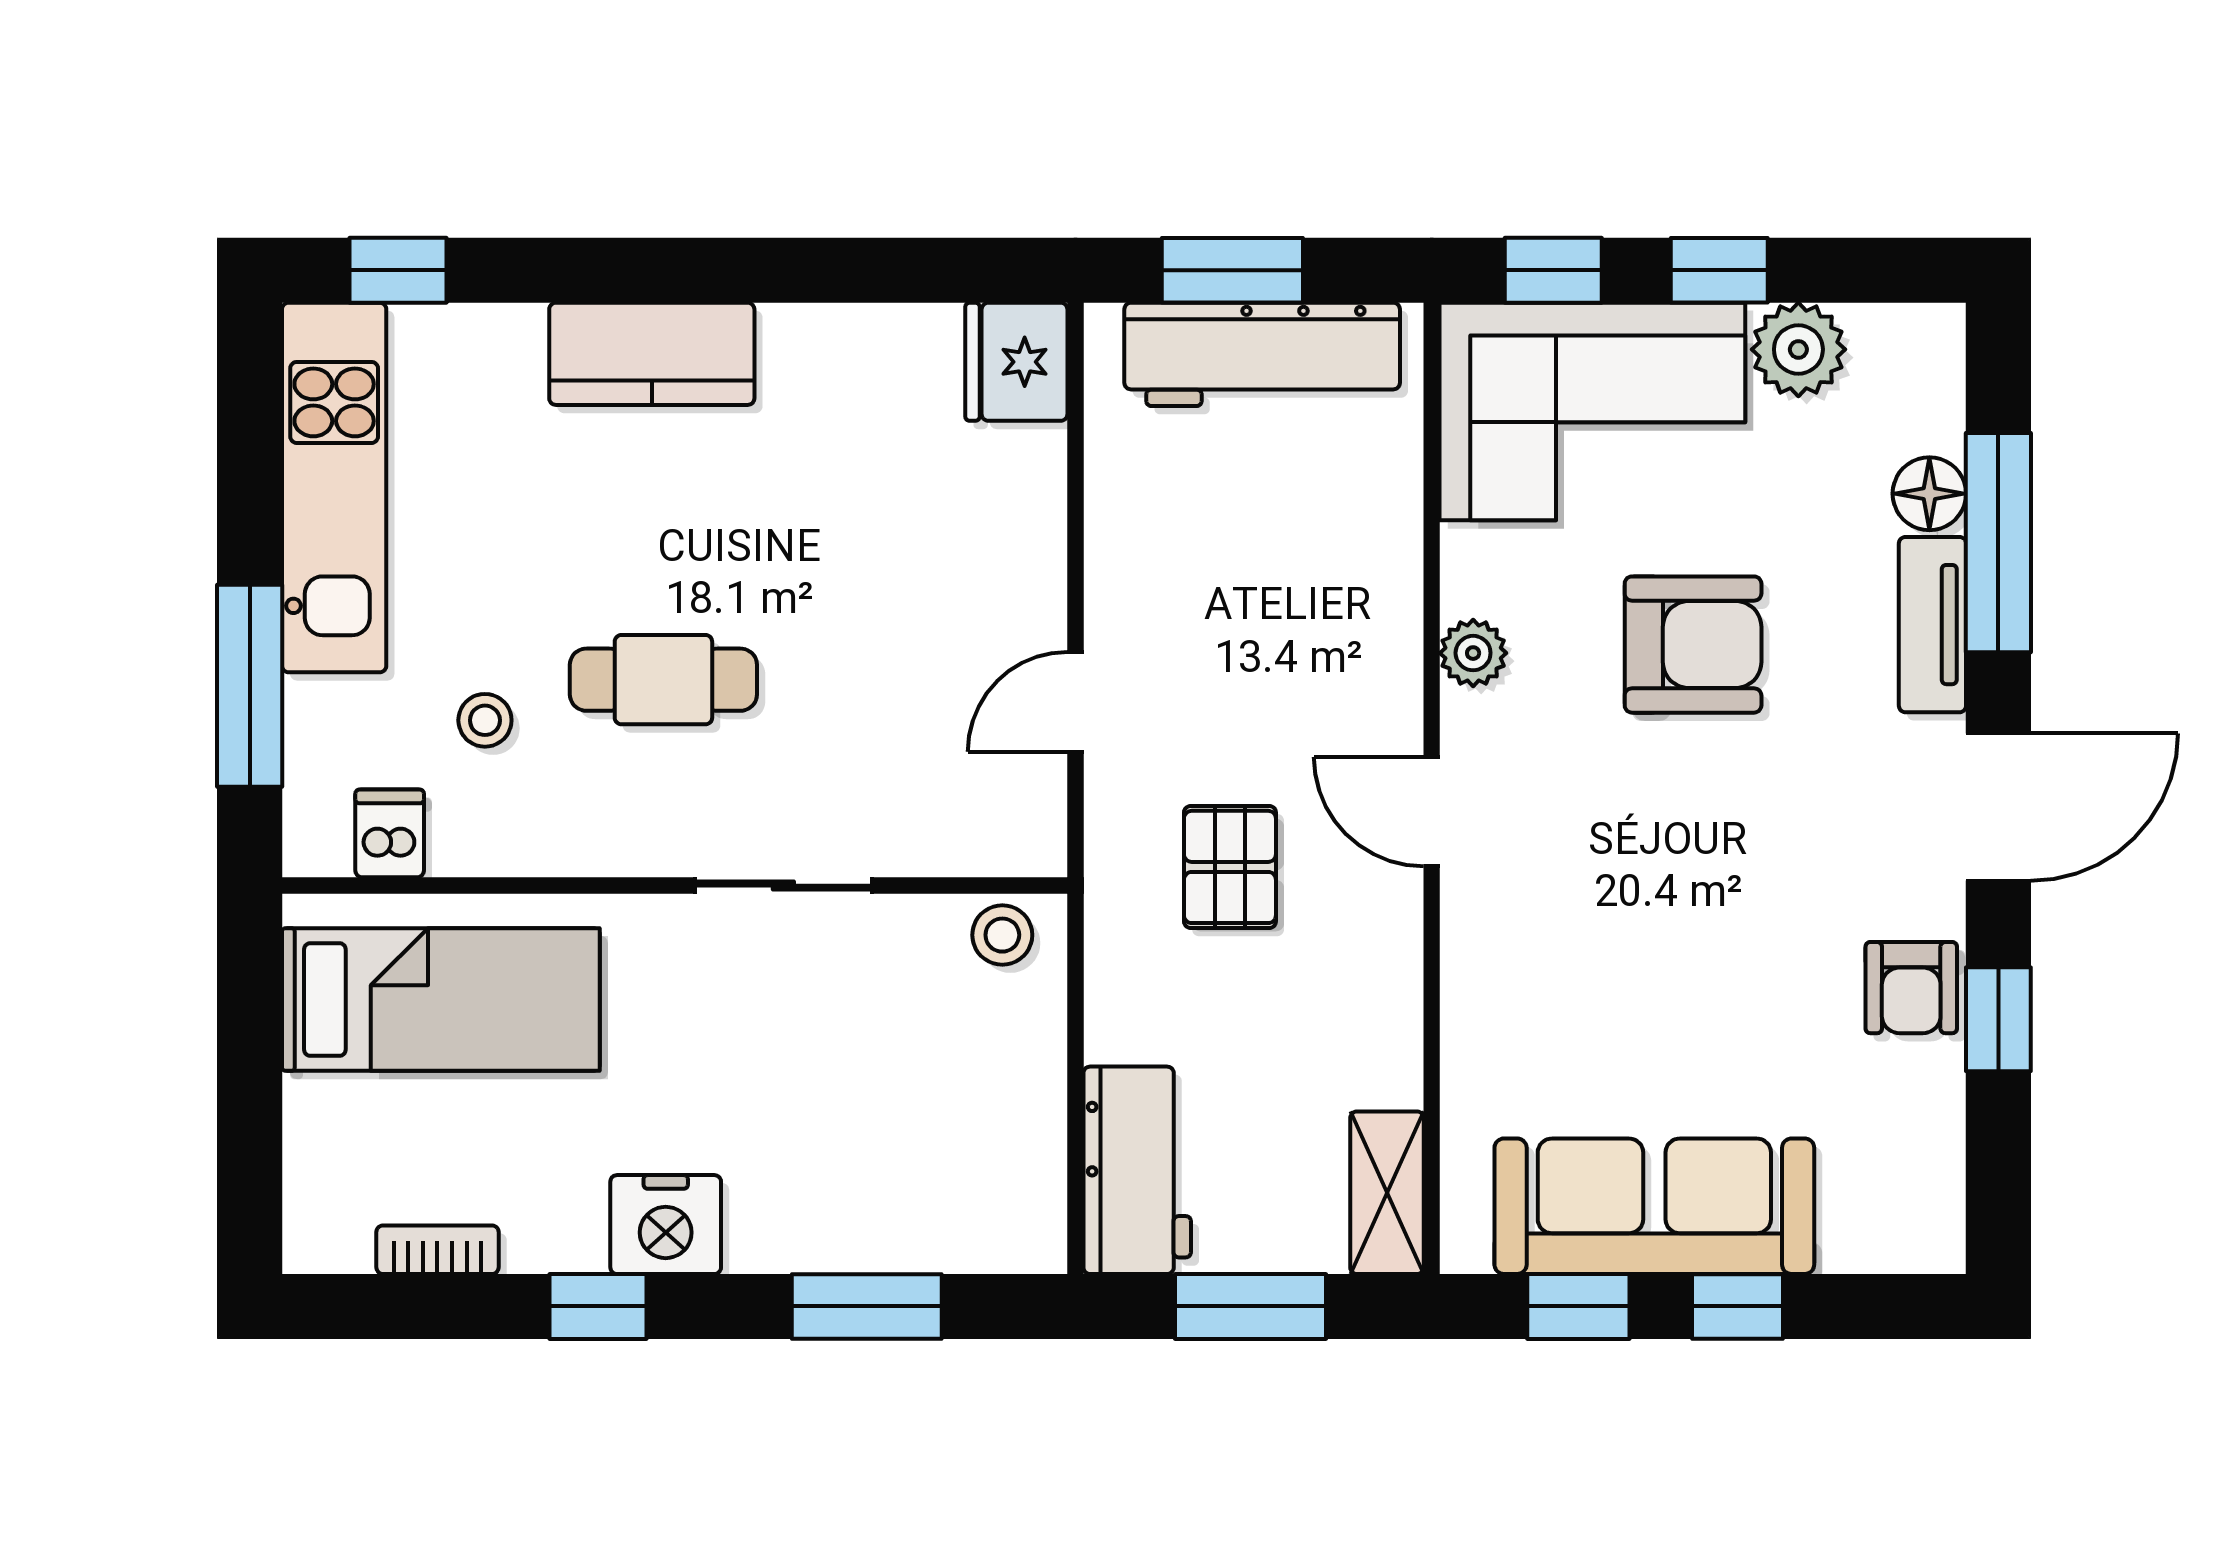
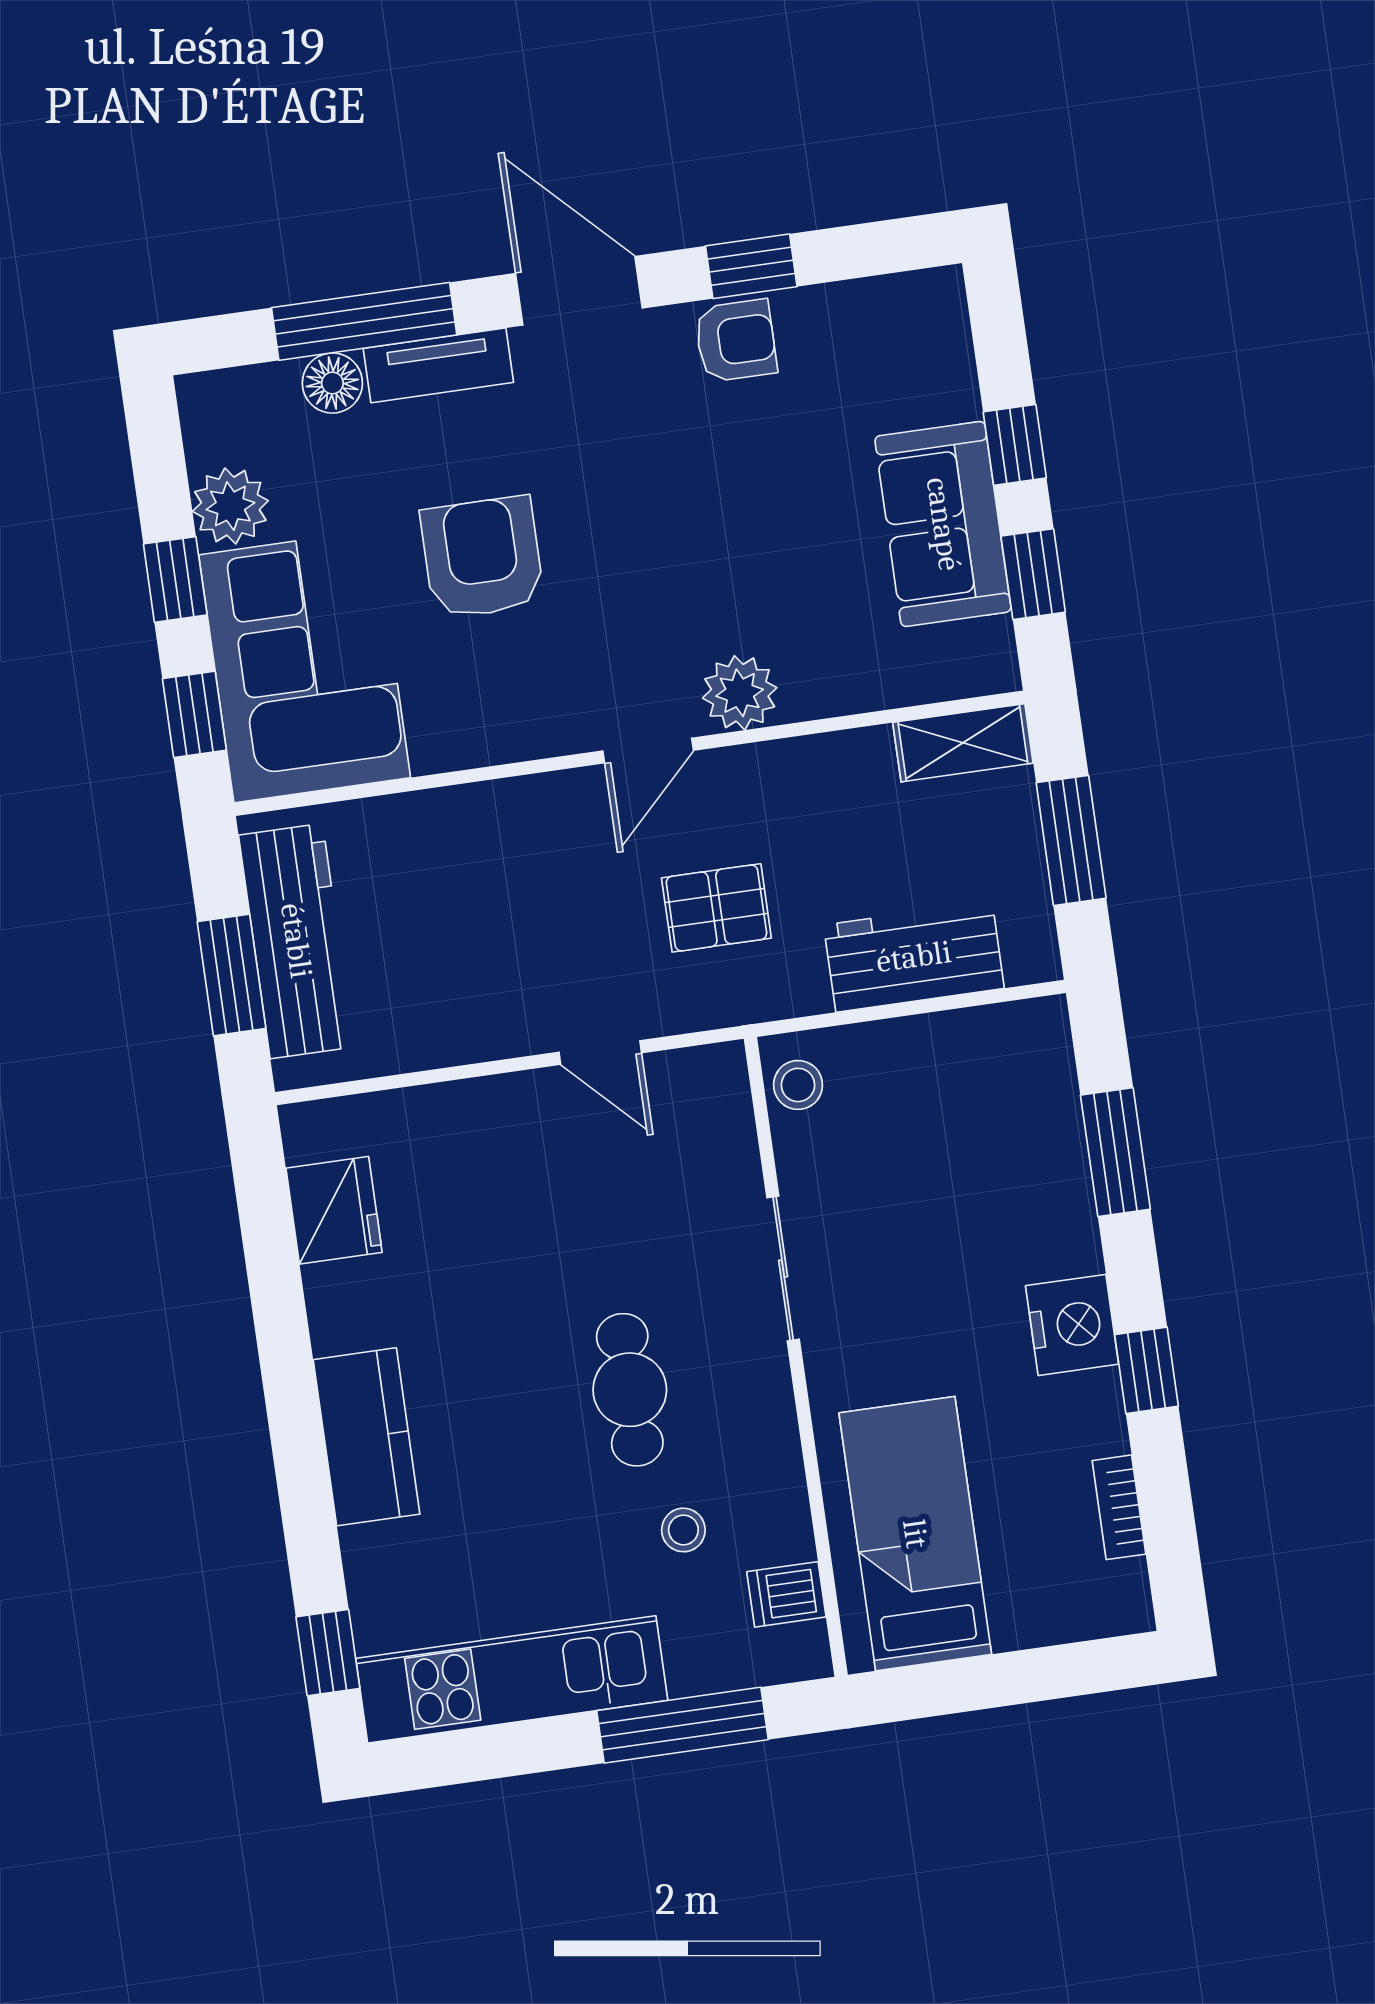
fridge: (1016, 362) -> (334, 1210), moved, turned -90
plant: (1473, 653) -> (740, 693), moved, width x1.38, depth x1.38
workbench: (1137, 1170) -> (914, 957), moved
sofa: (1654, 1206) -> (943, 524), width x0.73

